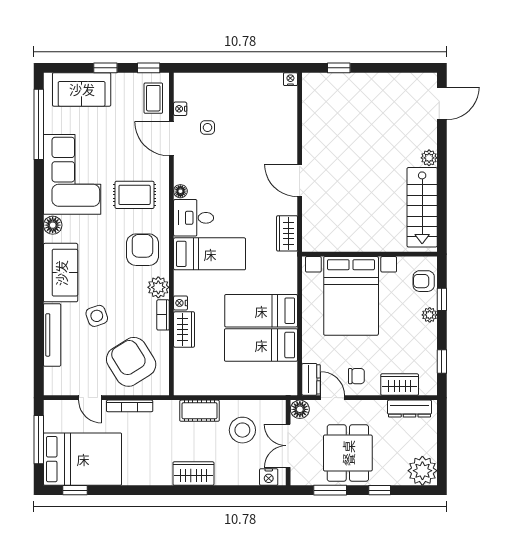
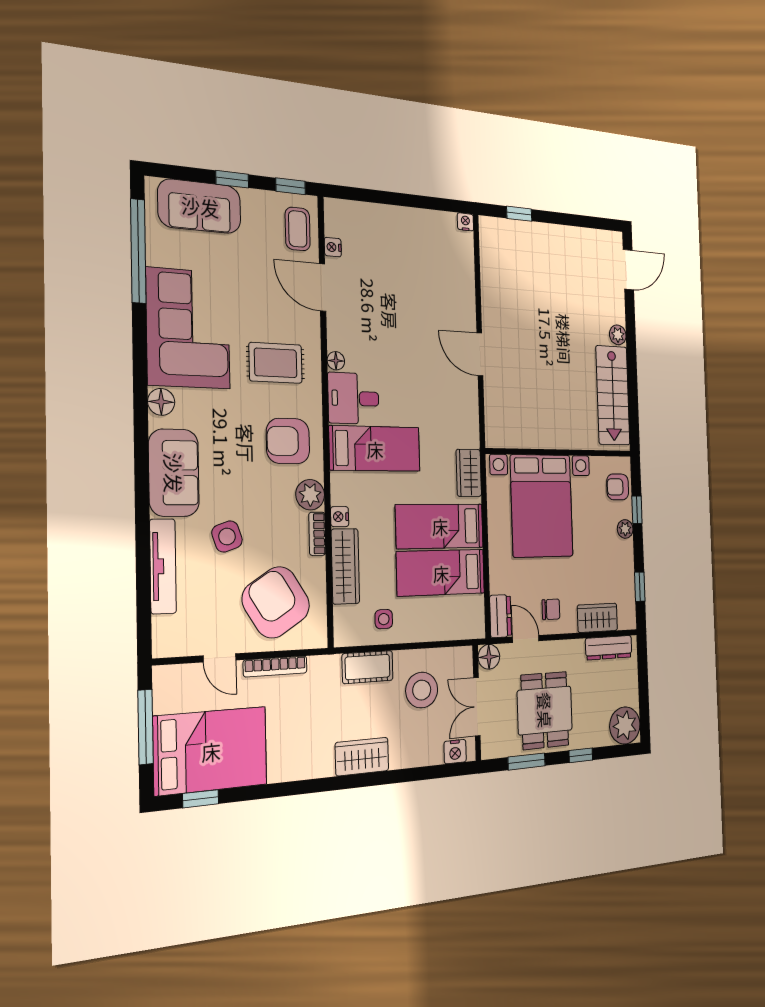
side table: (207, 127) -> (384, 619), moved
wardrobe: (287, 233) -> (469, 473), moved
armchair: (142, 250) -> (288, 441), turned -90
wardrobe: (184, 329) -> (345, 566), width x1.50

